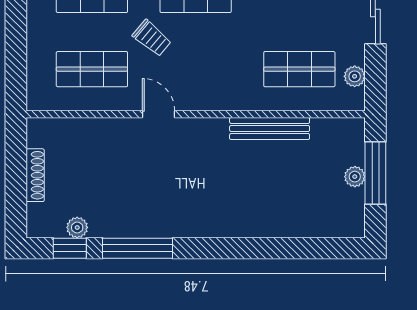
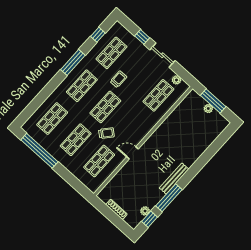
bench: (270, 128) -> (174, 179), moved

